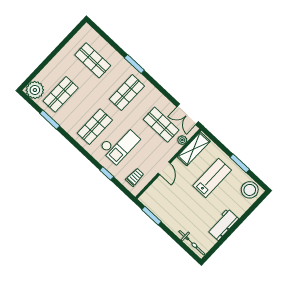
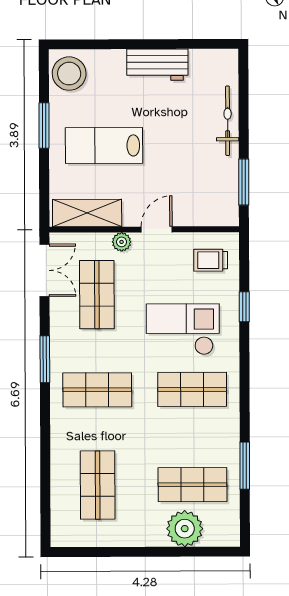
window: (134, 64) -> (45, 359), moved
plant: (35, 90) -> (185, 529), moved
plant: (182, 140) -> (122, 242), moved
bicycle: (192, 243) -> (228, 121), moved

